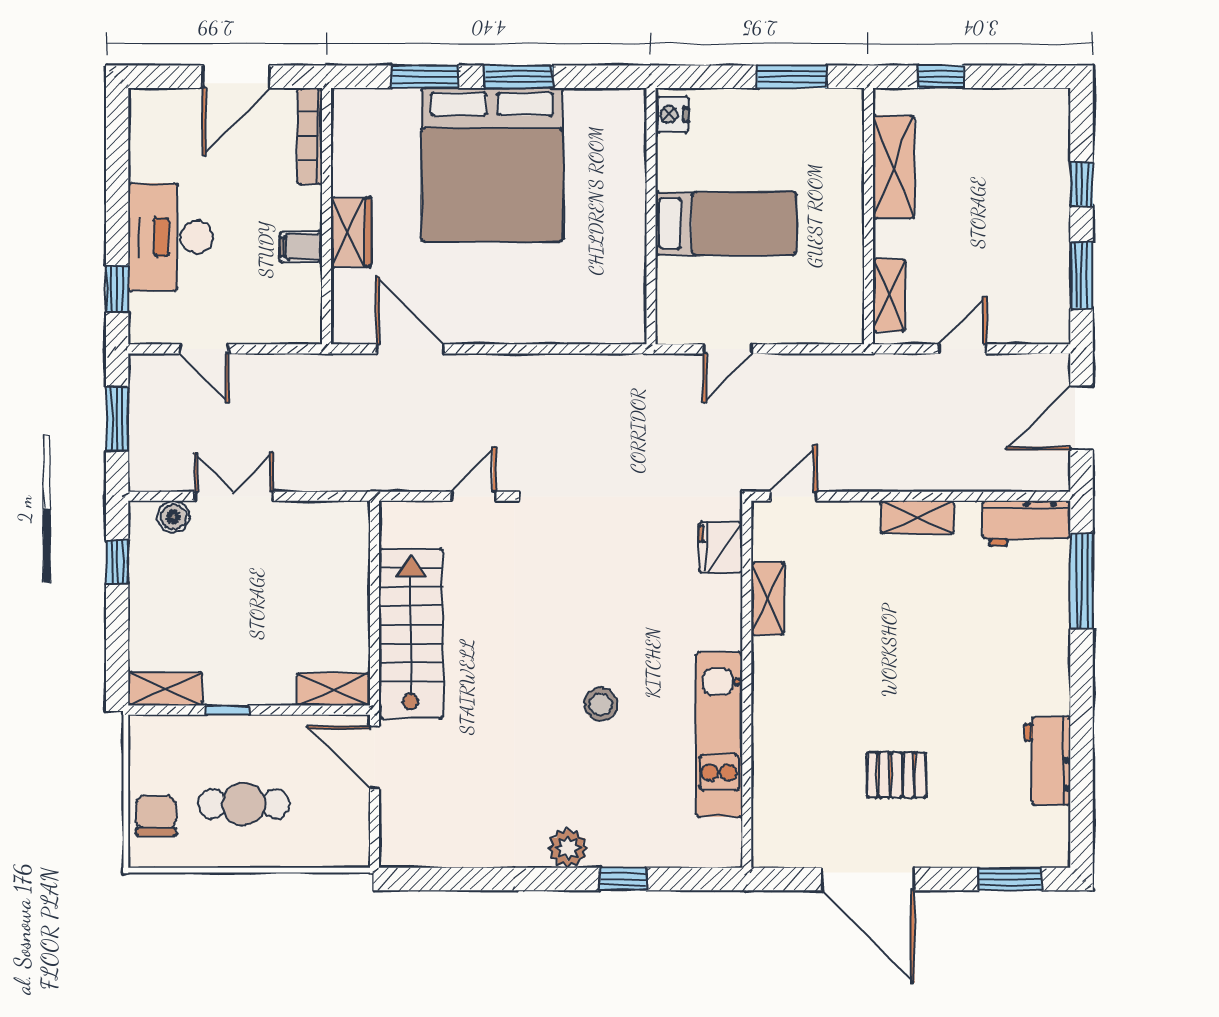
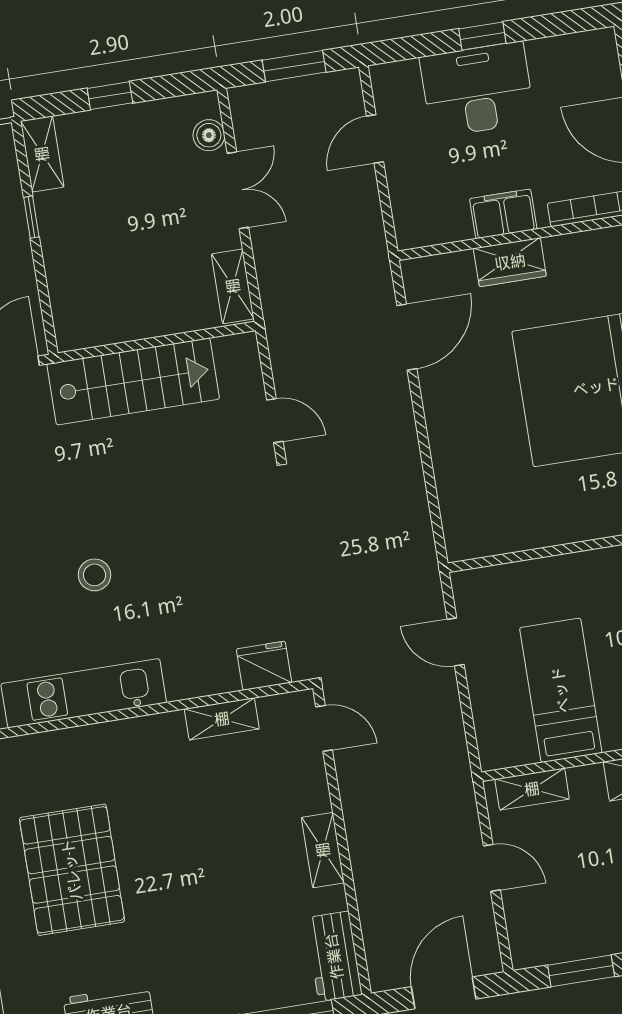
bed: (726, 224) -> (561, 690), moved, turned 180
filing cabinet: (301, 247) -> (503, 214), width x2.00
window: (117, 289) -> (482, 36), moved
door: (1082, 418) -> (444, 993), hinge flipped
window: (117, 562) -> (110, 96), moved
shelving: (333, 689) -> (233, 286), moved
pallet: (896, 775) -> (72, 870), width x2.05, depth x2.00

